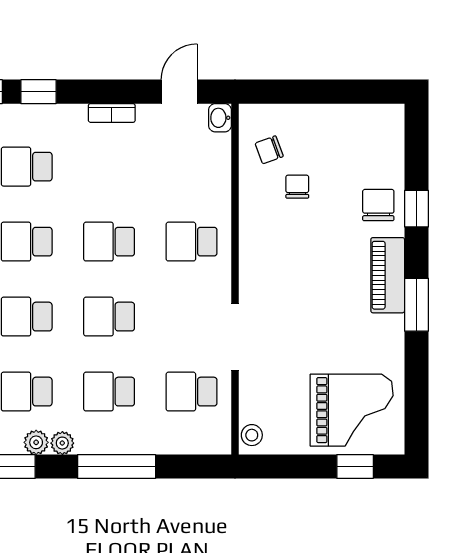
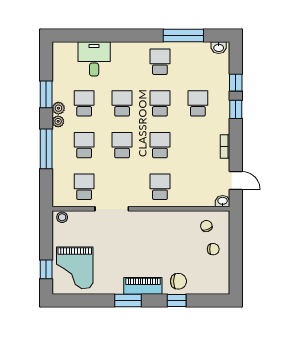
chair: (297, 187) -> (213, 249), moved

